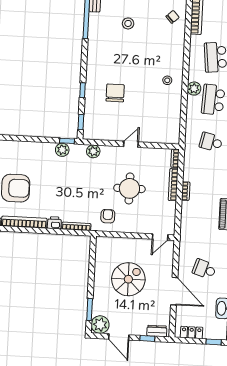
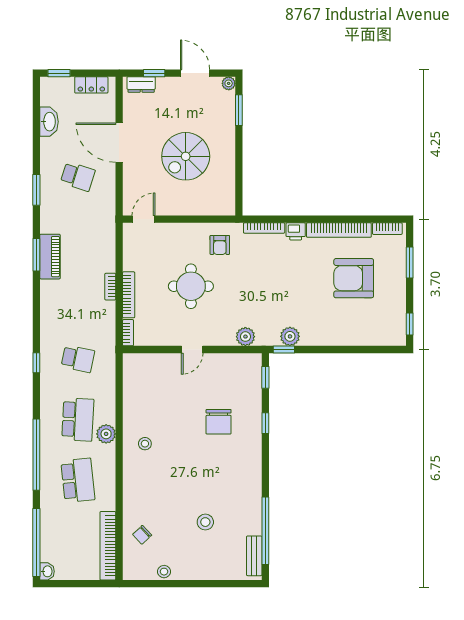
plant: (100, 325) -> (229, 83), width x0.53, depth x0.53

